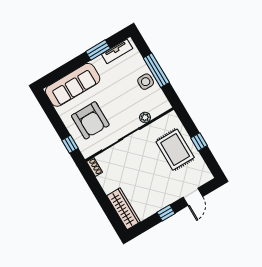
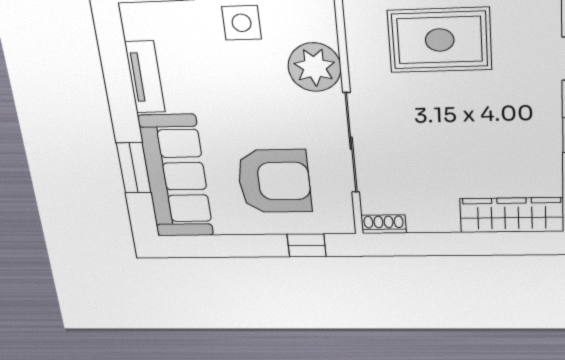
window: (98, 50) -> (134, 168), moved
tv unit: (117, 51) -> (145, 77), moved
plant: (145, 117) -> (315, 67), width x1.88, depth x1.88

